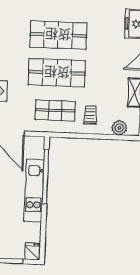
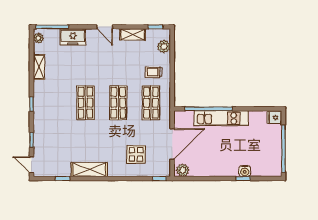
shop shelf: (58, 35) -> (85, 103), width x0.70, depth x0.74
shop shelf: (57, 73) -> (118, 103), width x0.70, depth x0.74

